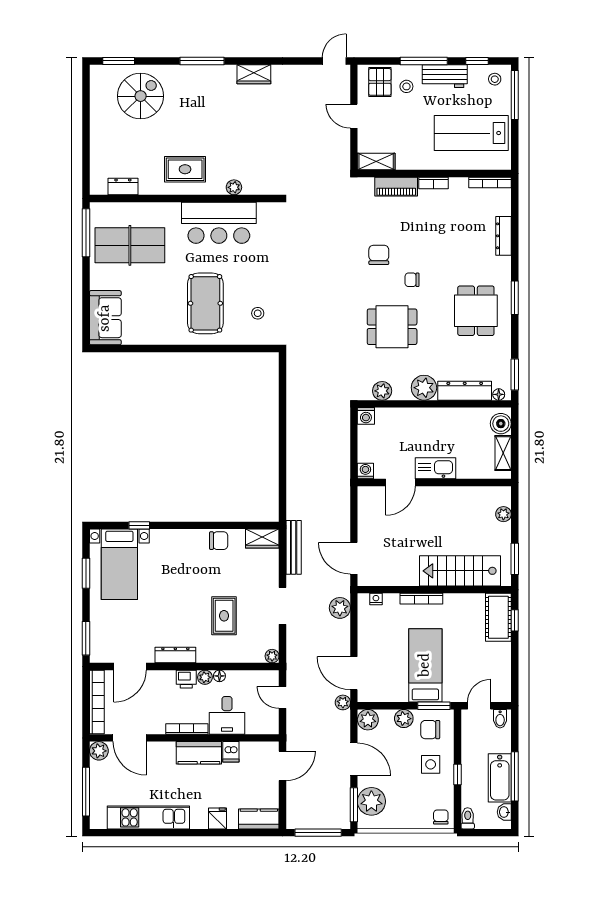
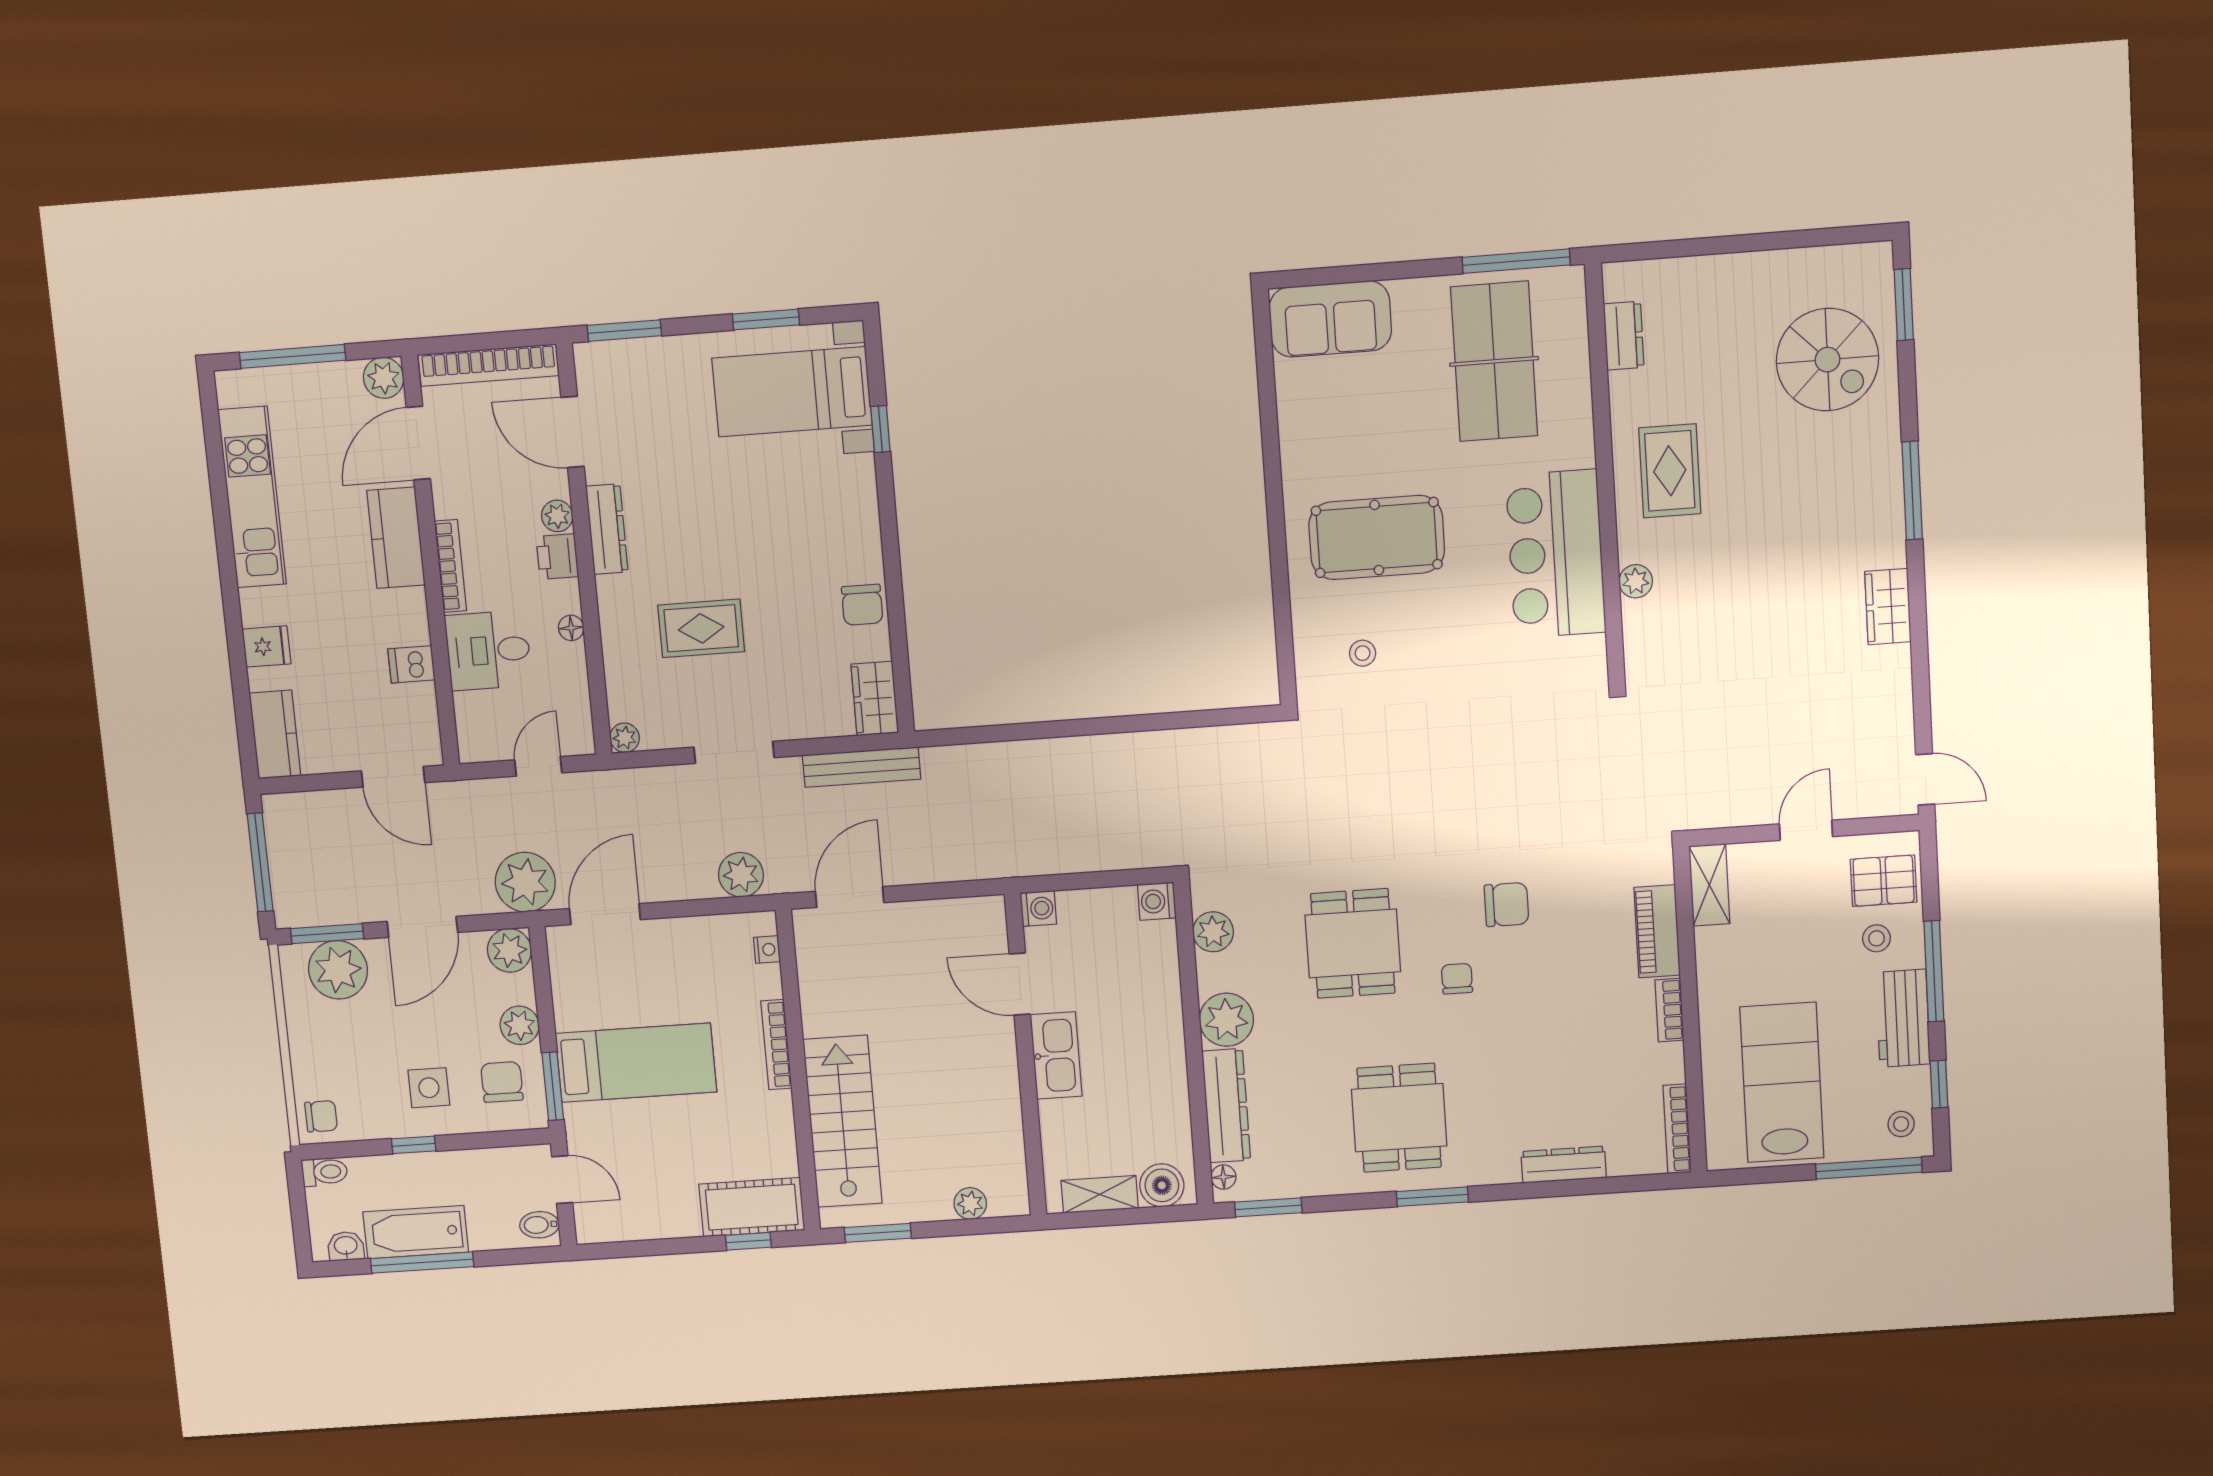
dining table: (476, 311) -> (1399, 1118), turned 90
plant: (205, 677) -> (557, 516), moved
plant: (343, 702) -> (525, 882), width x1.87, depth x1.87
kitchen counter: (199, 753) -> (396, 538), moved

